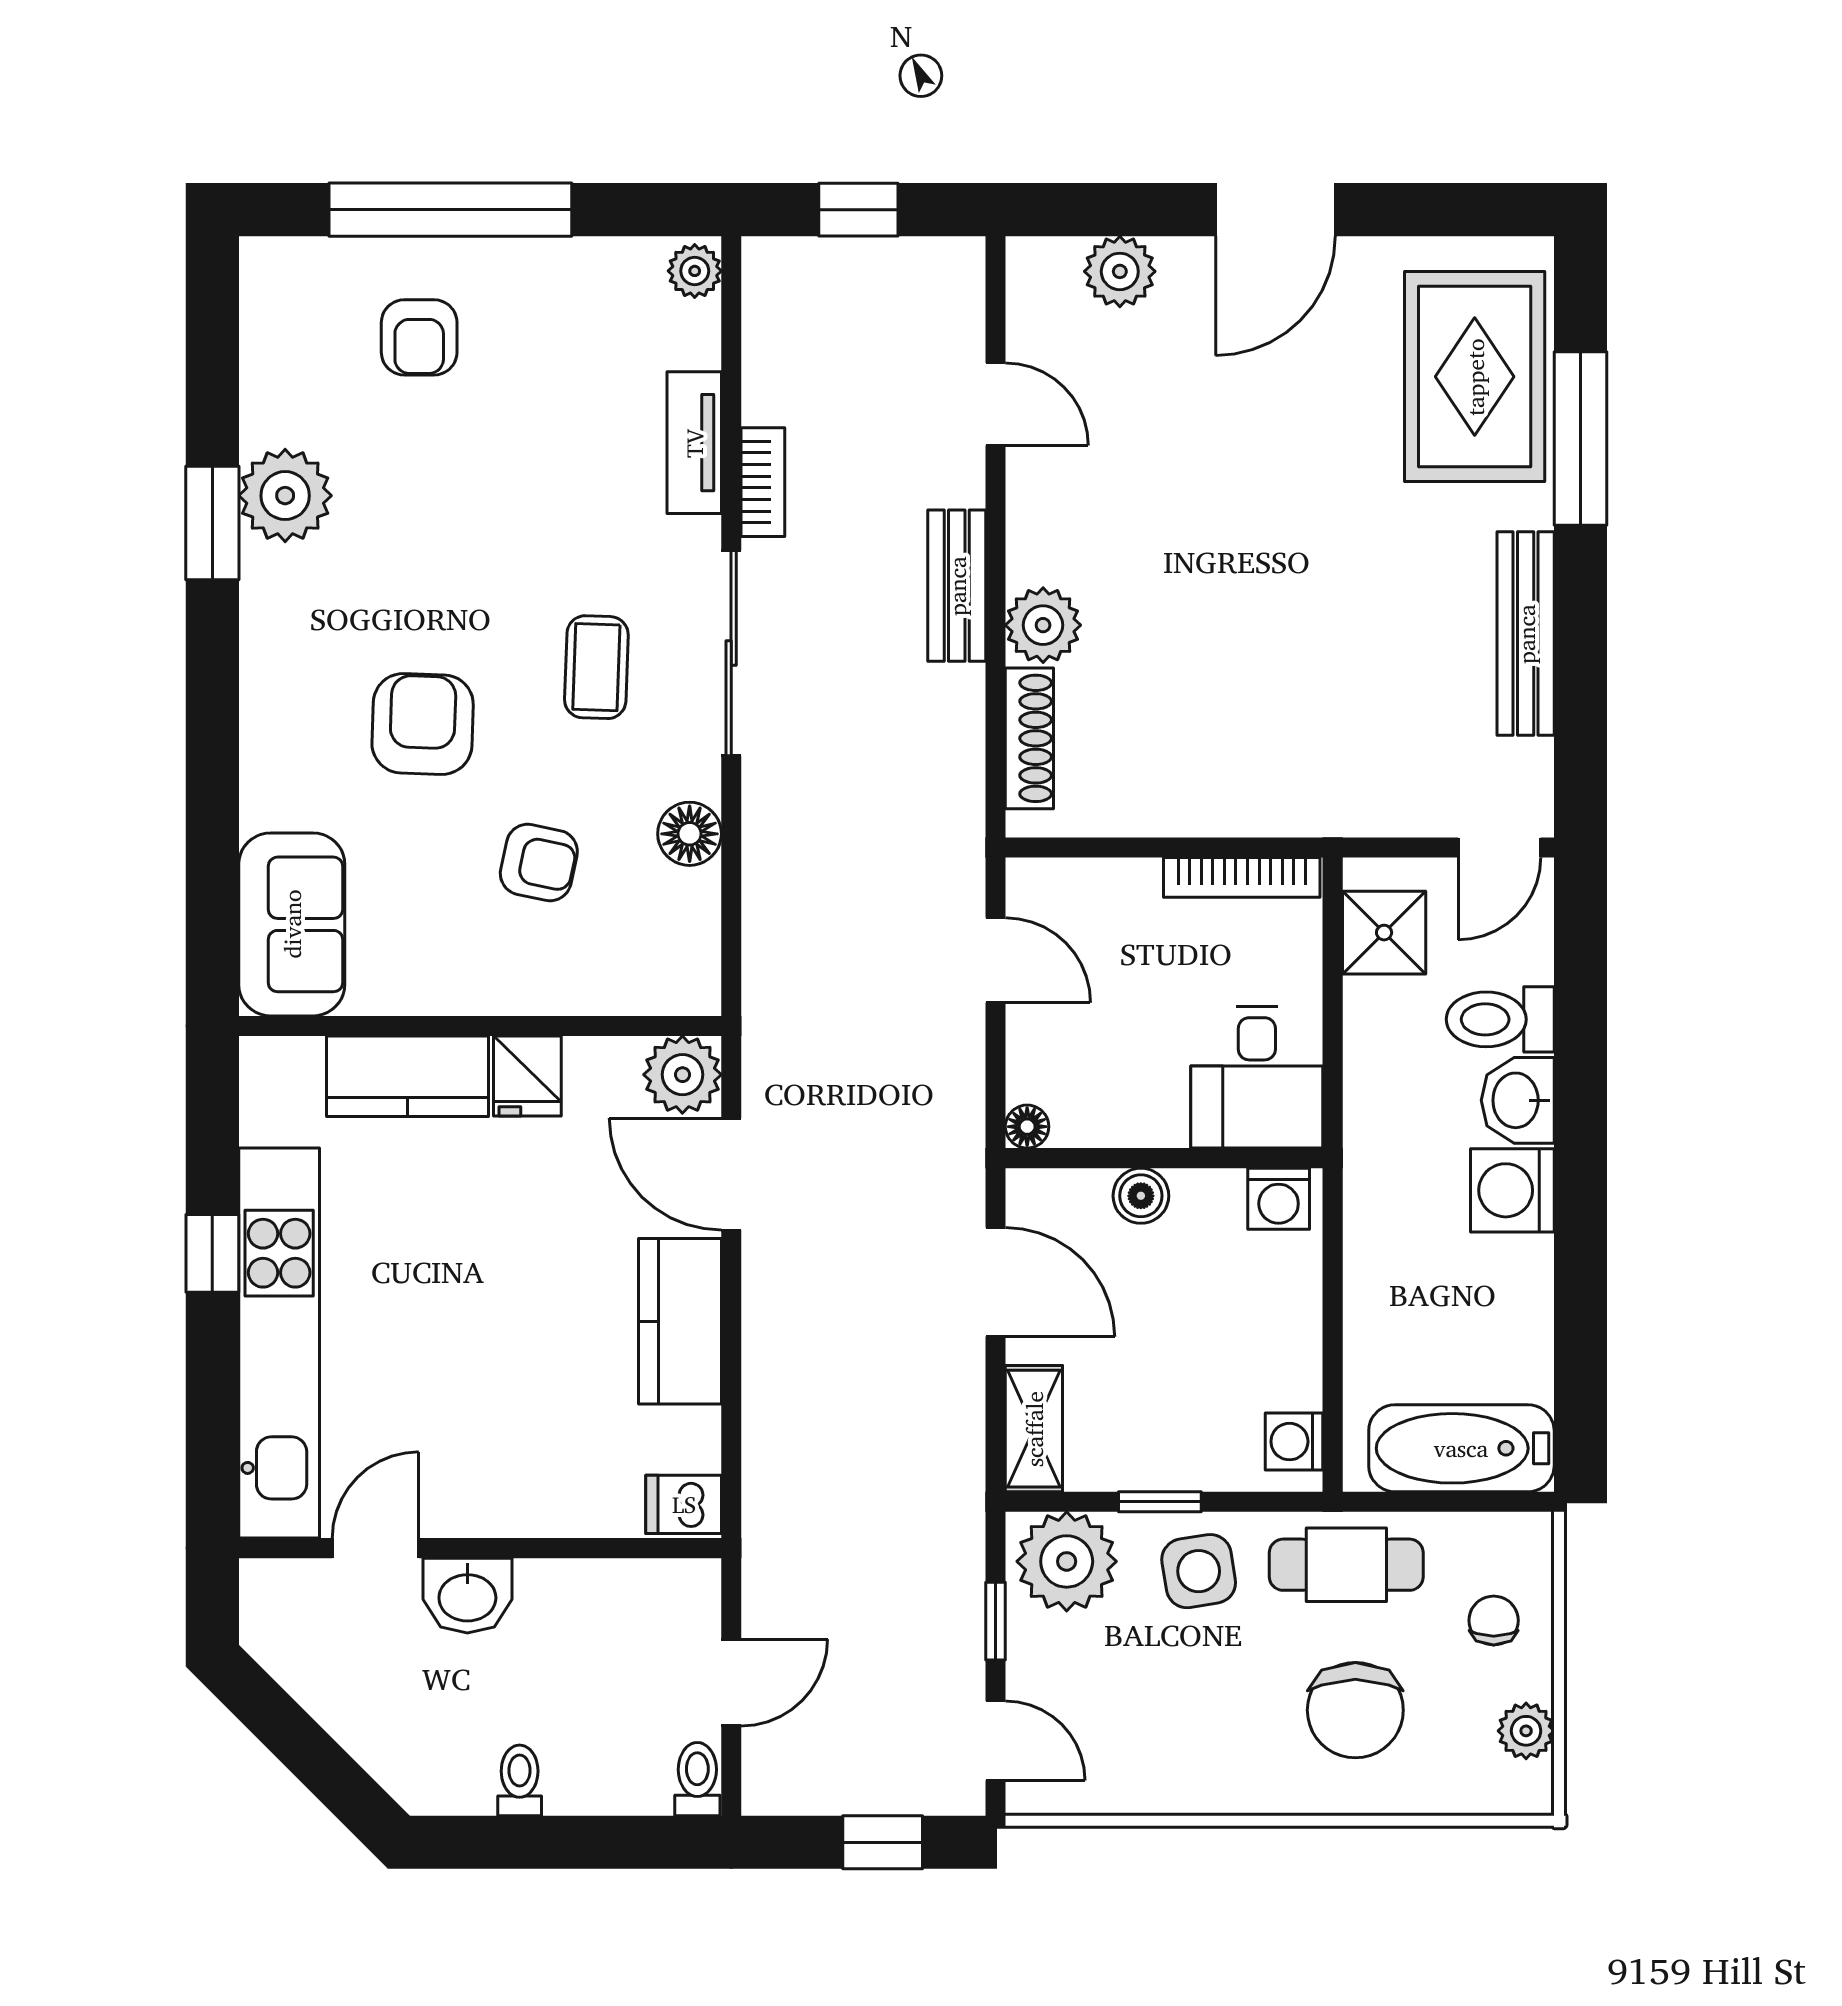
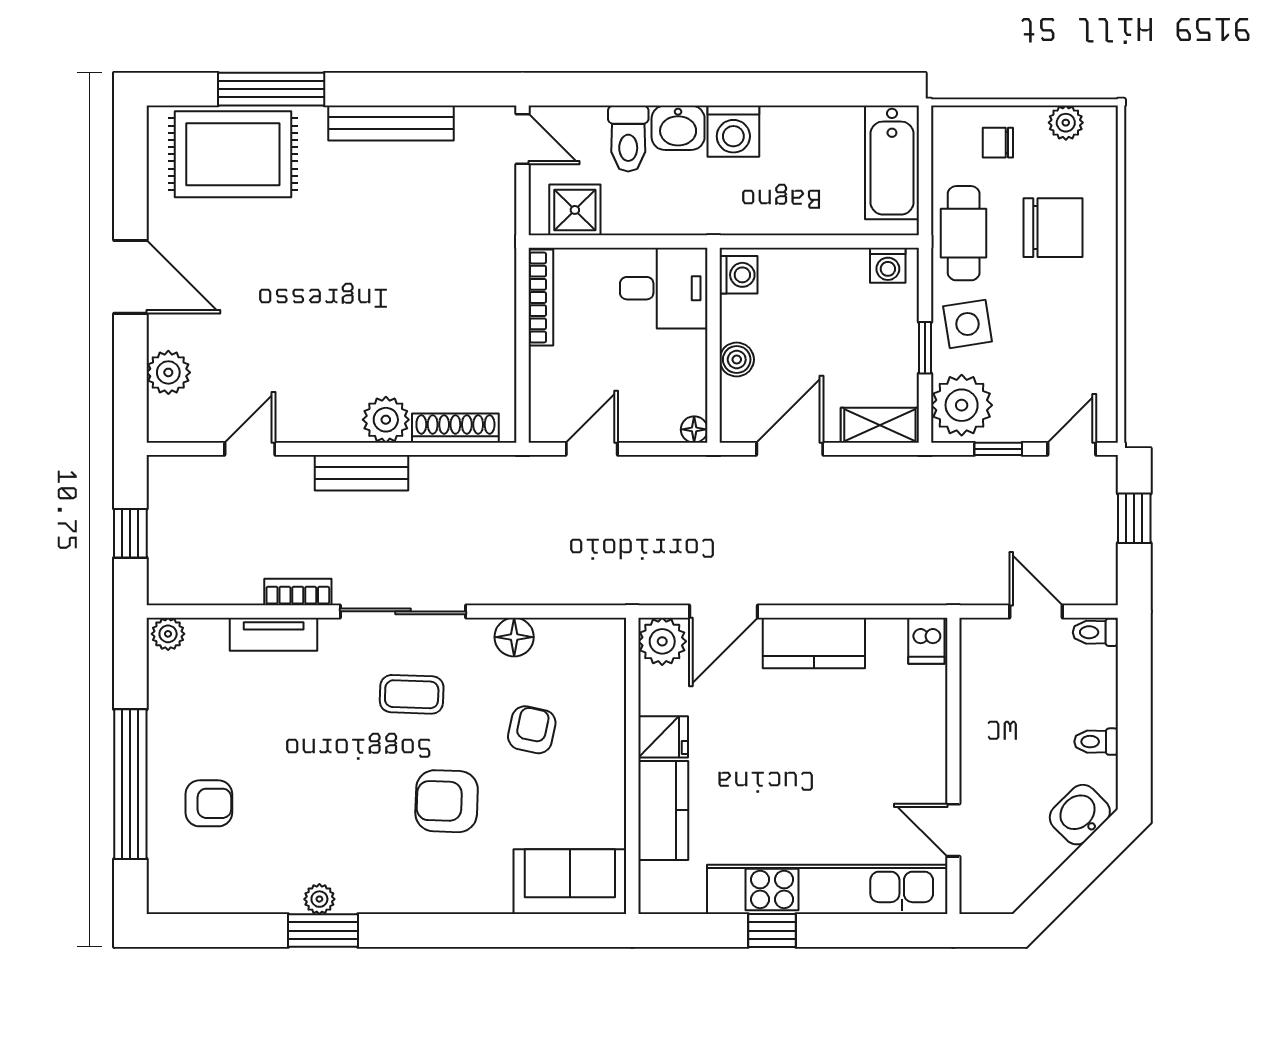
plant: (285, 496) -> (319, 899), width x0.53, depth x0.53
washbasin: (467, 1596) -> (1080, 815), moved, turned -135

